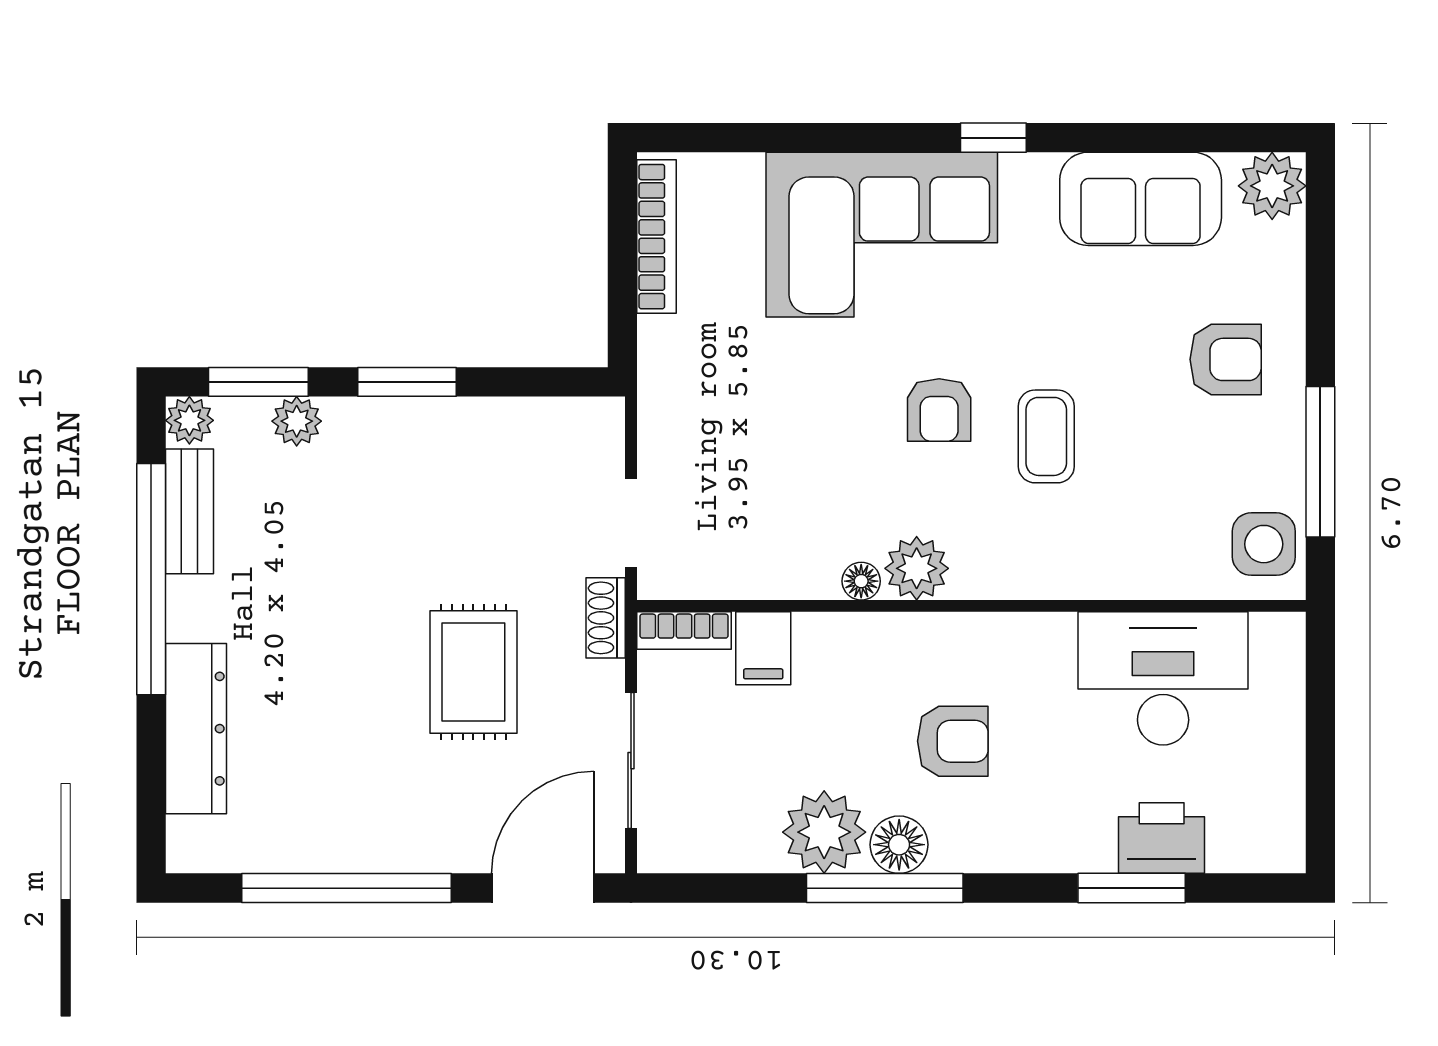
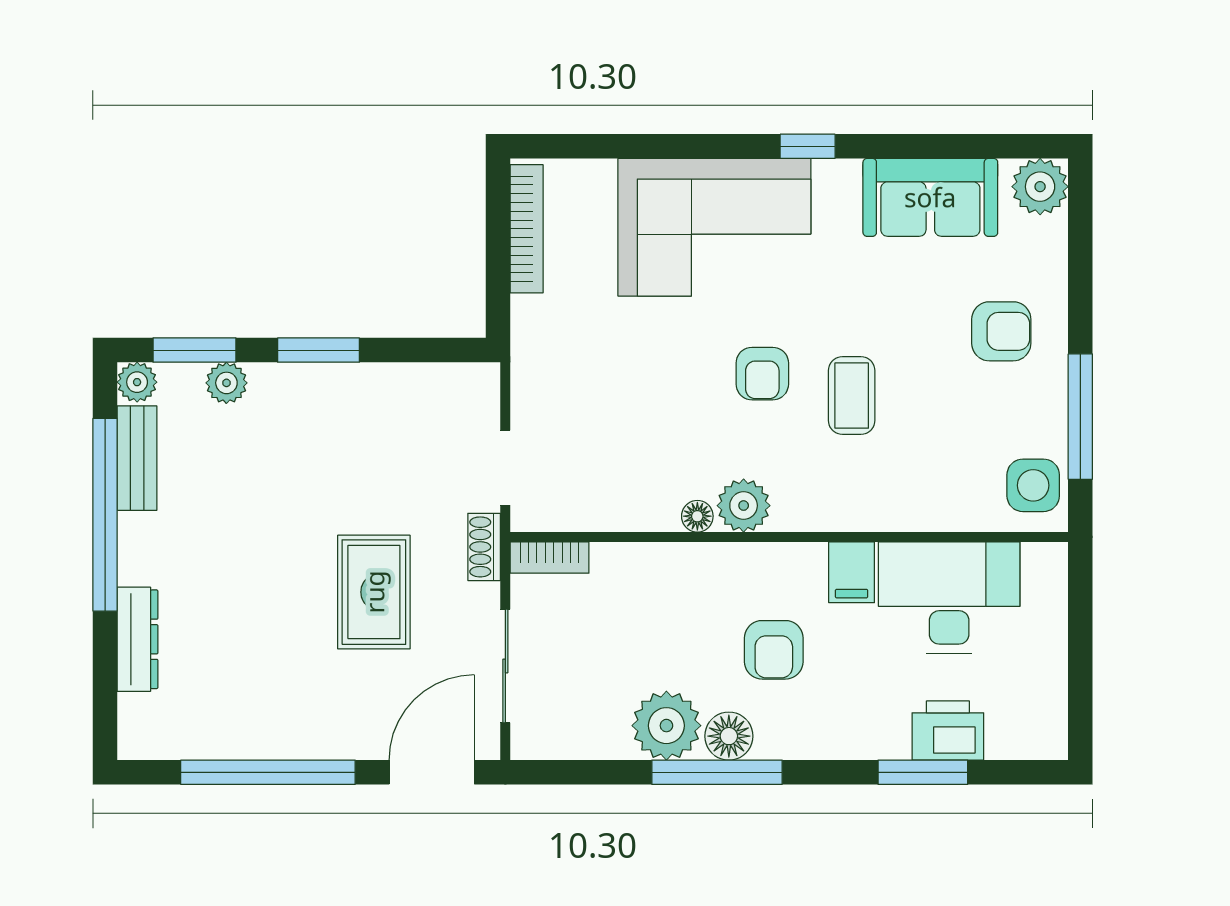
filing cabinet: (763, 648) -> (852, 572), moved
dresser: (196, 729) -> (138, 639), width x0.73, depth x0.80
armchair: (953, 741) -> (774, 650), turned 90

